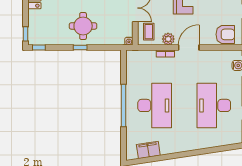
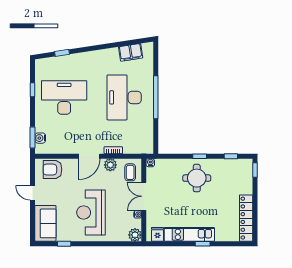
window: (39, 48) -> (231, 156), moved
desk: (214, 105) -> (64, 97), turned -90
window: (216, 149) -> (62, 53), added

